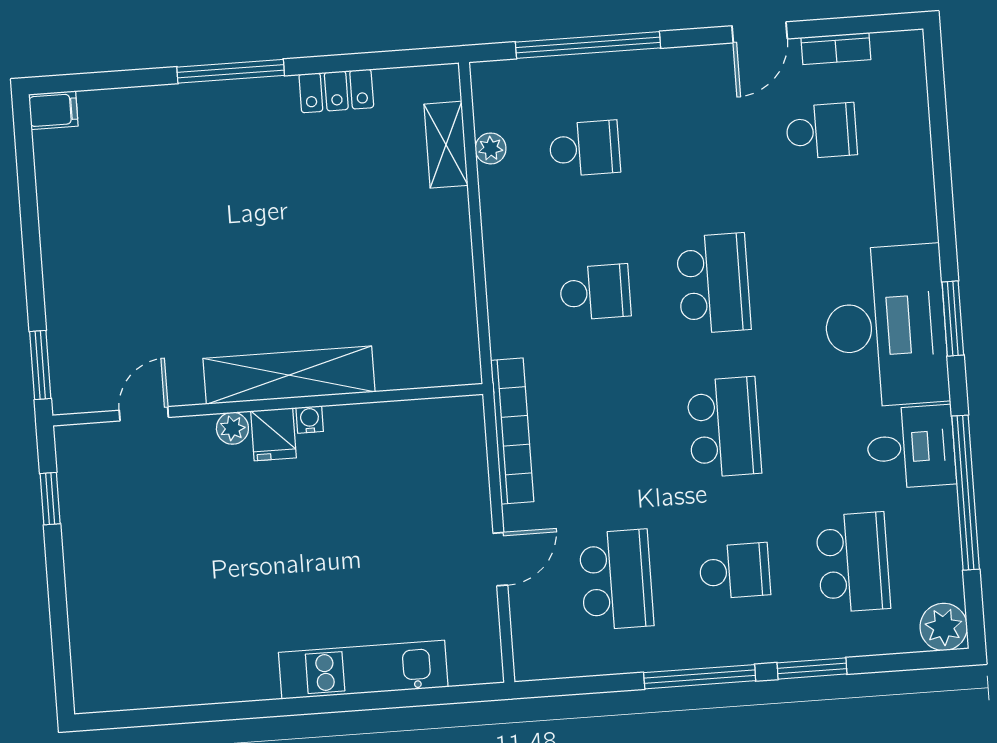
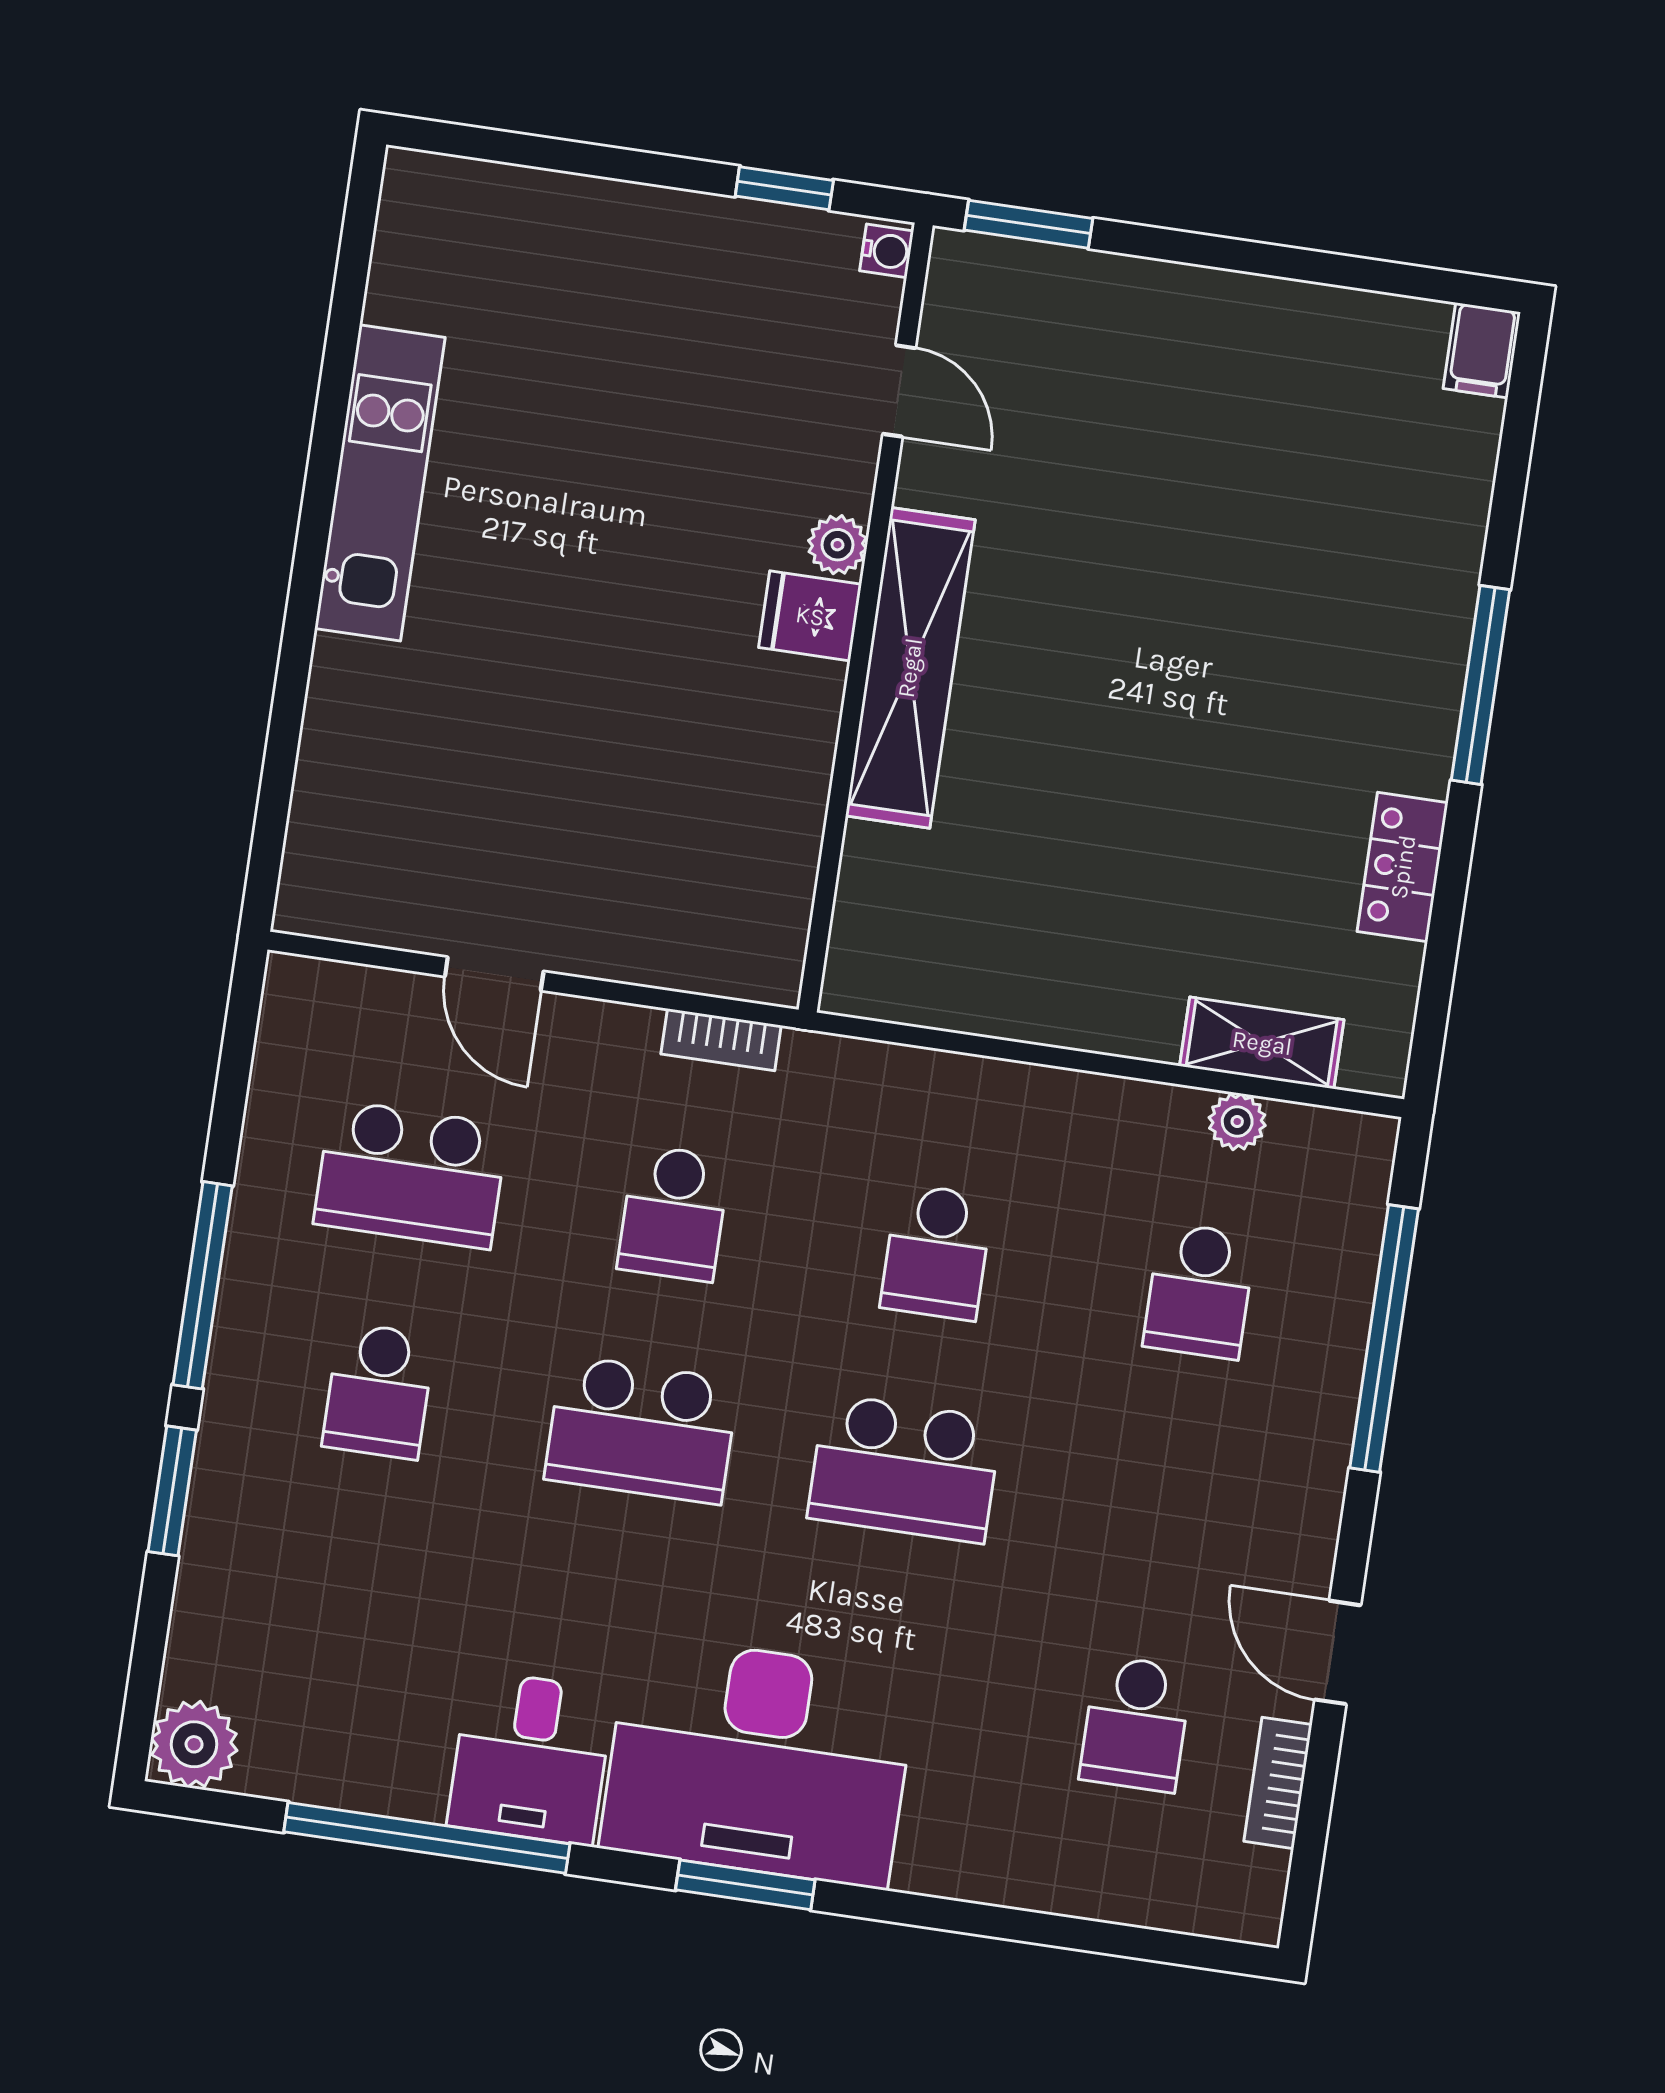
water cooler: (310, 419) -> (887, 251), moved
bookcase: (512, 431) -> (721, 1040), width x0.43, depth x0.76
school desk: (853, 562) -> (674, 1213), moved, width x0.54
kitchen unit: (363, 670) -> (380, 483), moved

